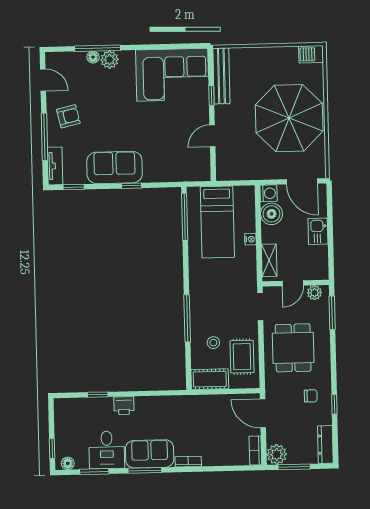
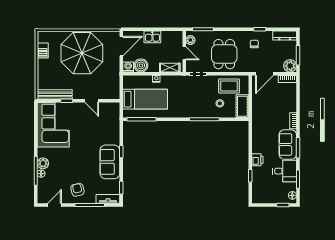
barbecue: (311, 54) -> (43, 50), moved
dining table: (293, 348) -> (224, 54), turned 90

